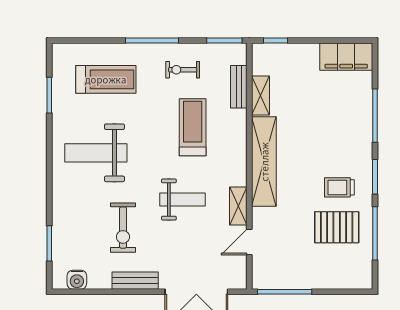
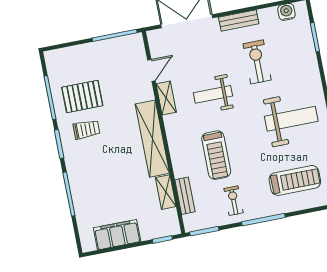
filing cabinet: (346, 57) -> (117, 235), moved
exercise bike: (183, 70) -> (234, 201), turned -90
treadmill: (106, 79) -> (295, 180), turned 180

